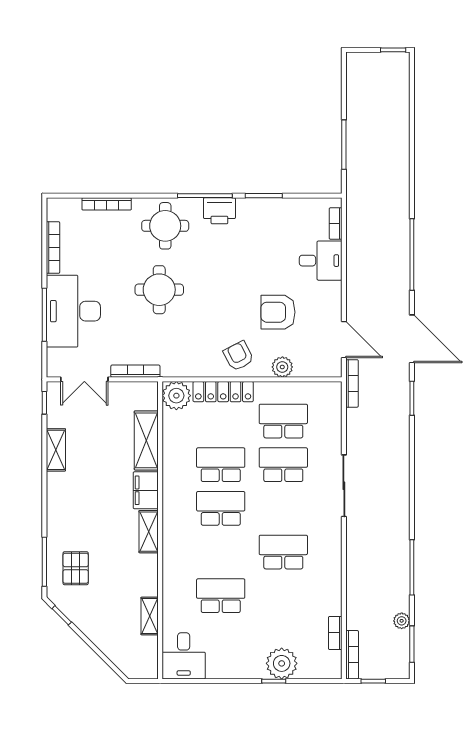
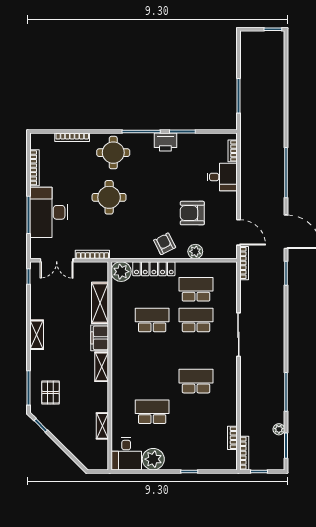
printer: (219, 211) -> (165, 142), moved
shelving: (56, 450) -> (37, 335), moved
school desk: (221, 508) -> (152, 351), removed
plant: (282, 663) -> (153, 459), moved

